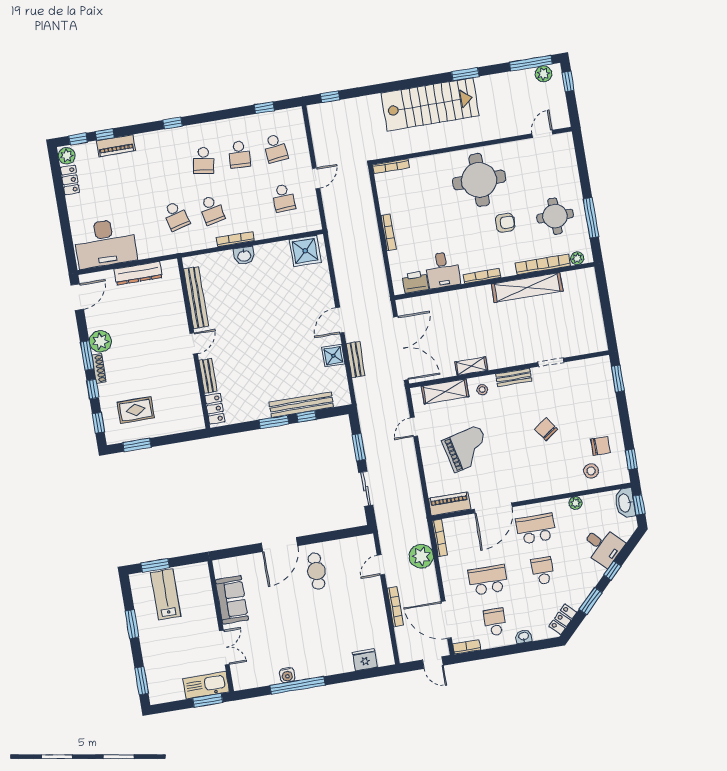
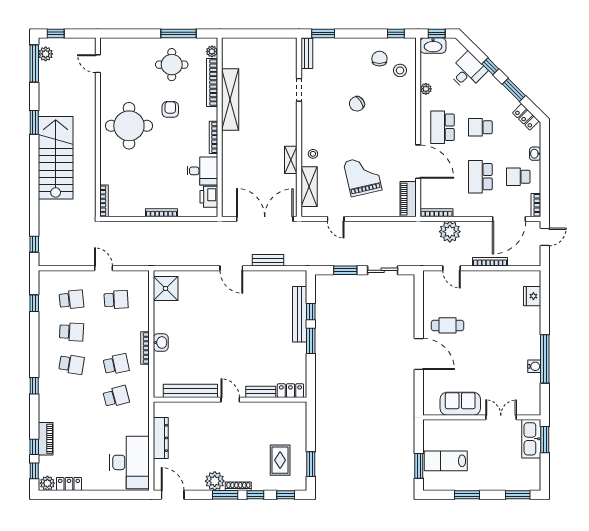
shower: (333, 356) -> (261, 279), removed
bench: (514, 377) -> (307, 53), moved

